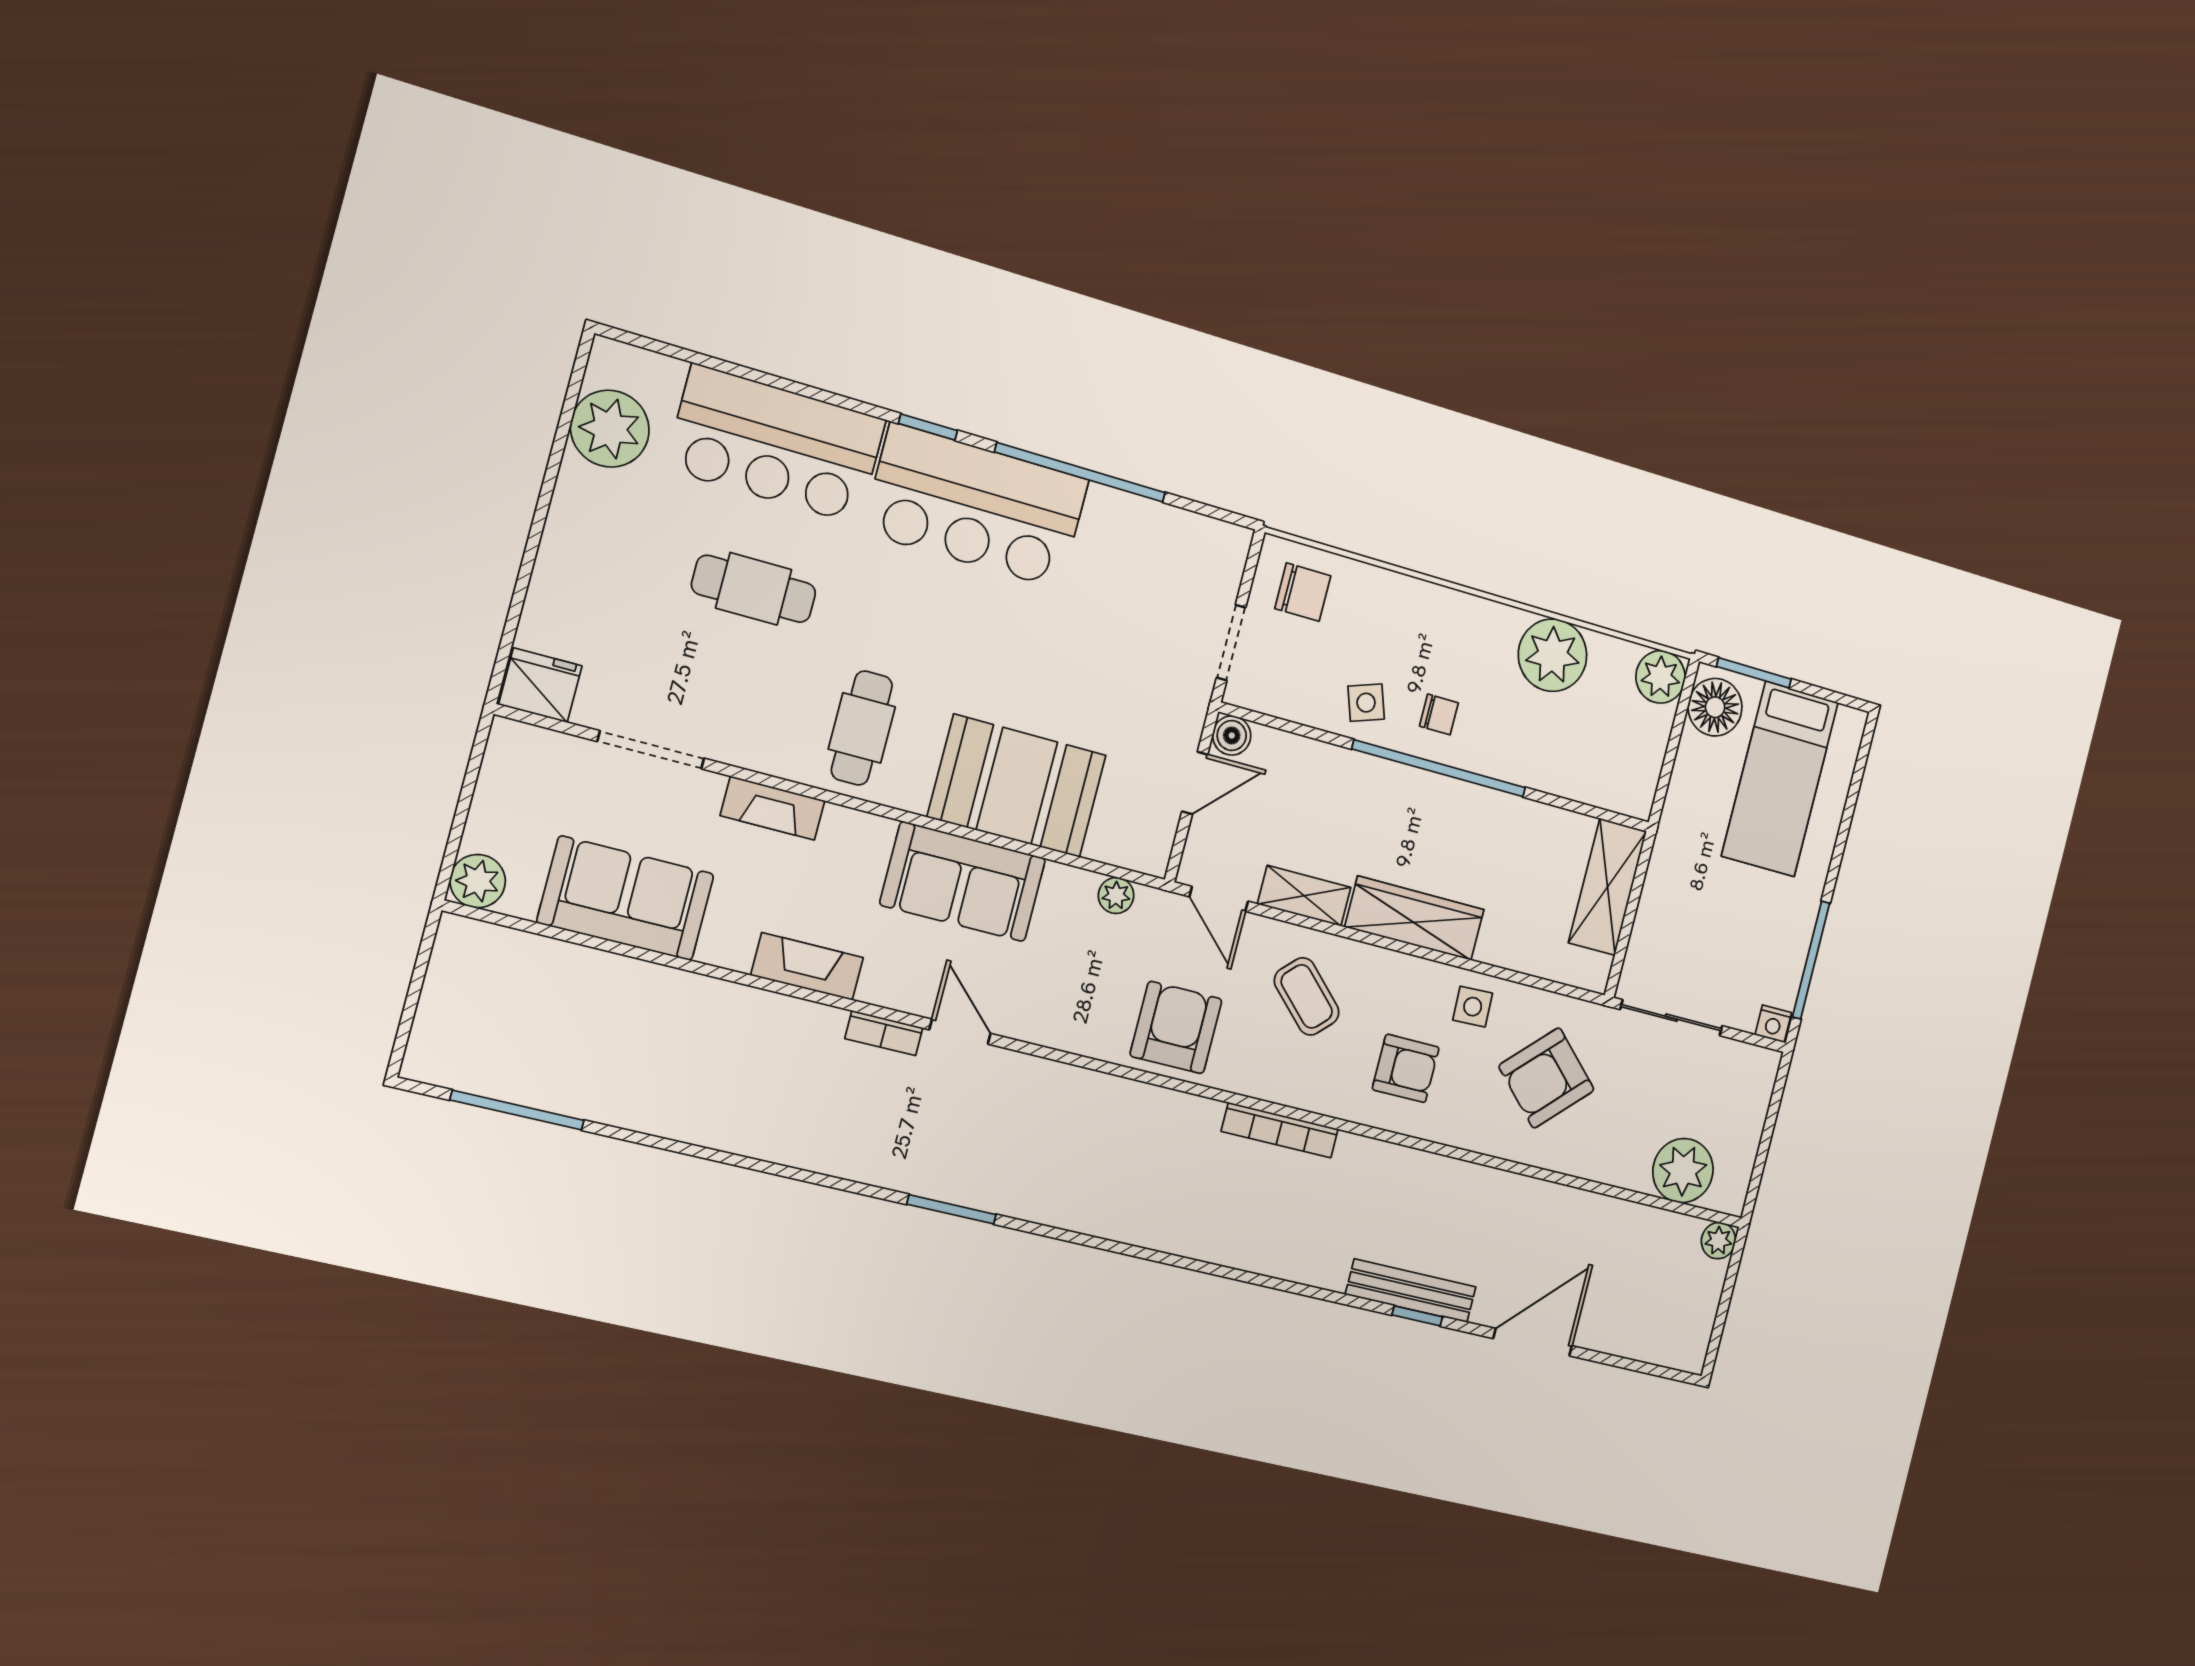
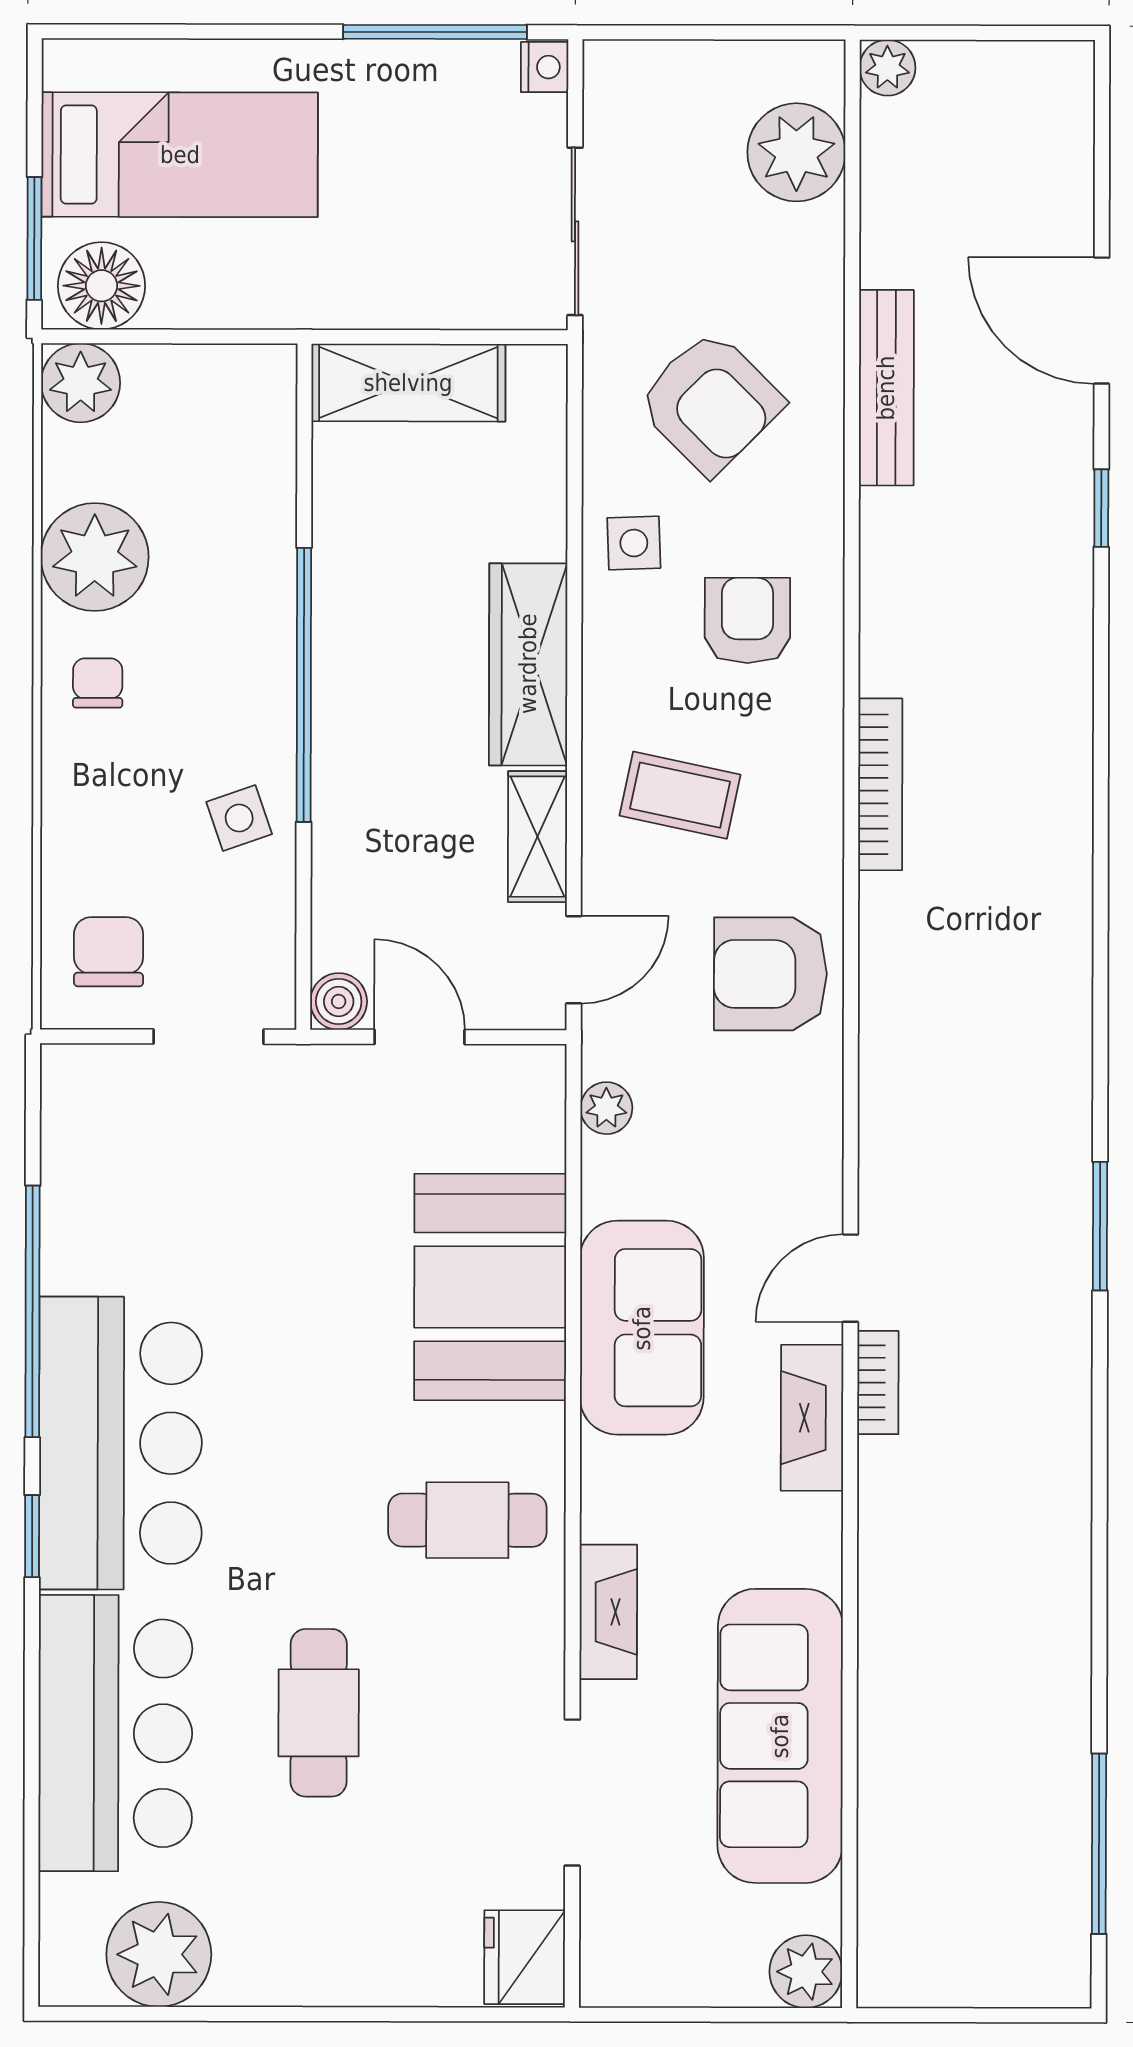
chair: (1439, 714) -> (98, 683), moved
sofa: (626, 898) -> (780, 1736), width x1.36
fireplace: (807, 966) -> (812, 1418), moved
coffee table: (1307, 996) -> (680, 795), turned 57
bench: (1411, 1291) -> (886, 388), moved

